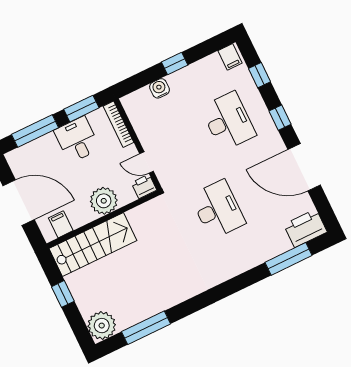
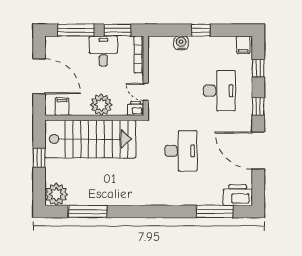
stairs: (93, 245) -> (90, 139), width x1.36, depth x1.51

